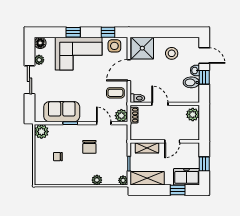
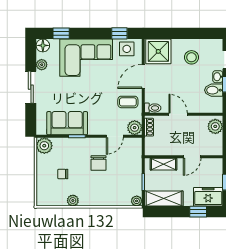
window: (73, 32) -> (61, 33), moved
door: (104, 123) -> (115, 136), swing flipped
plant: (97, 180) -> (73, 201), moved

